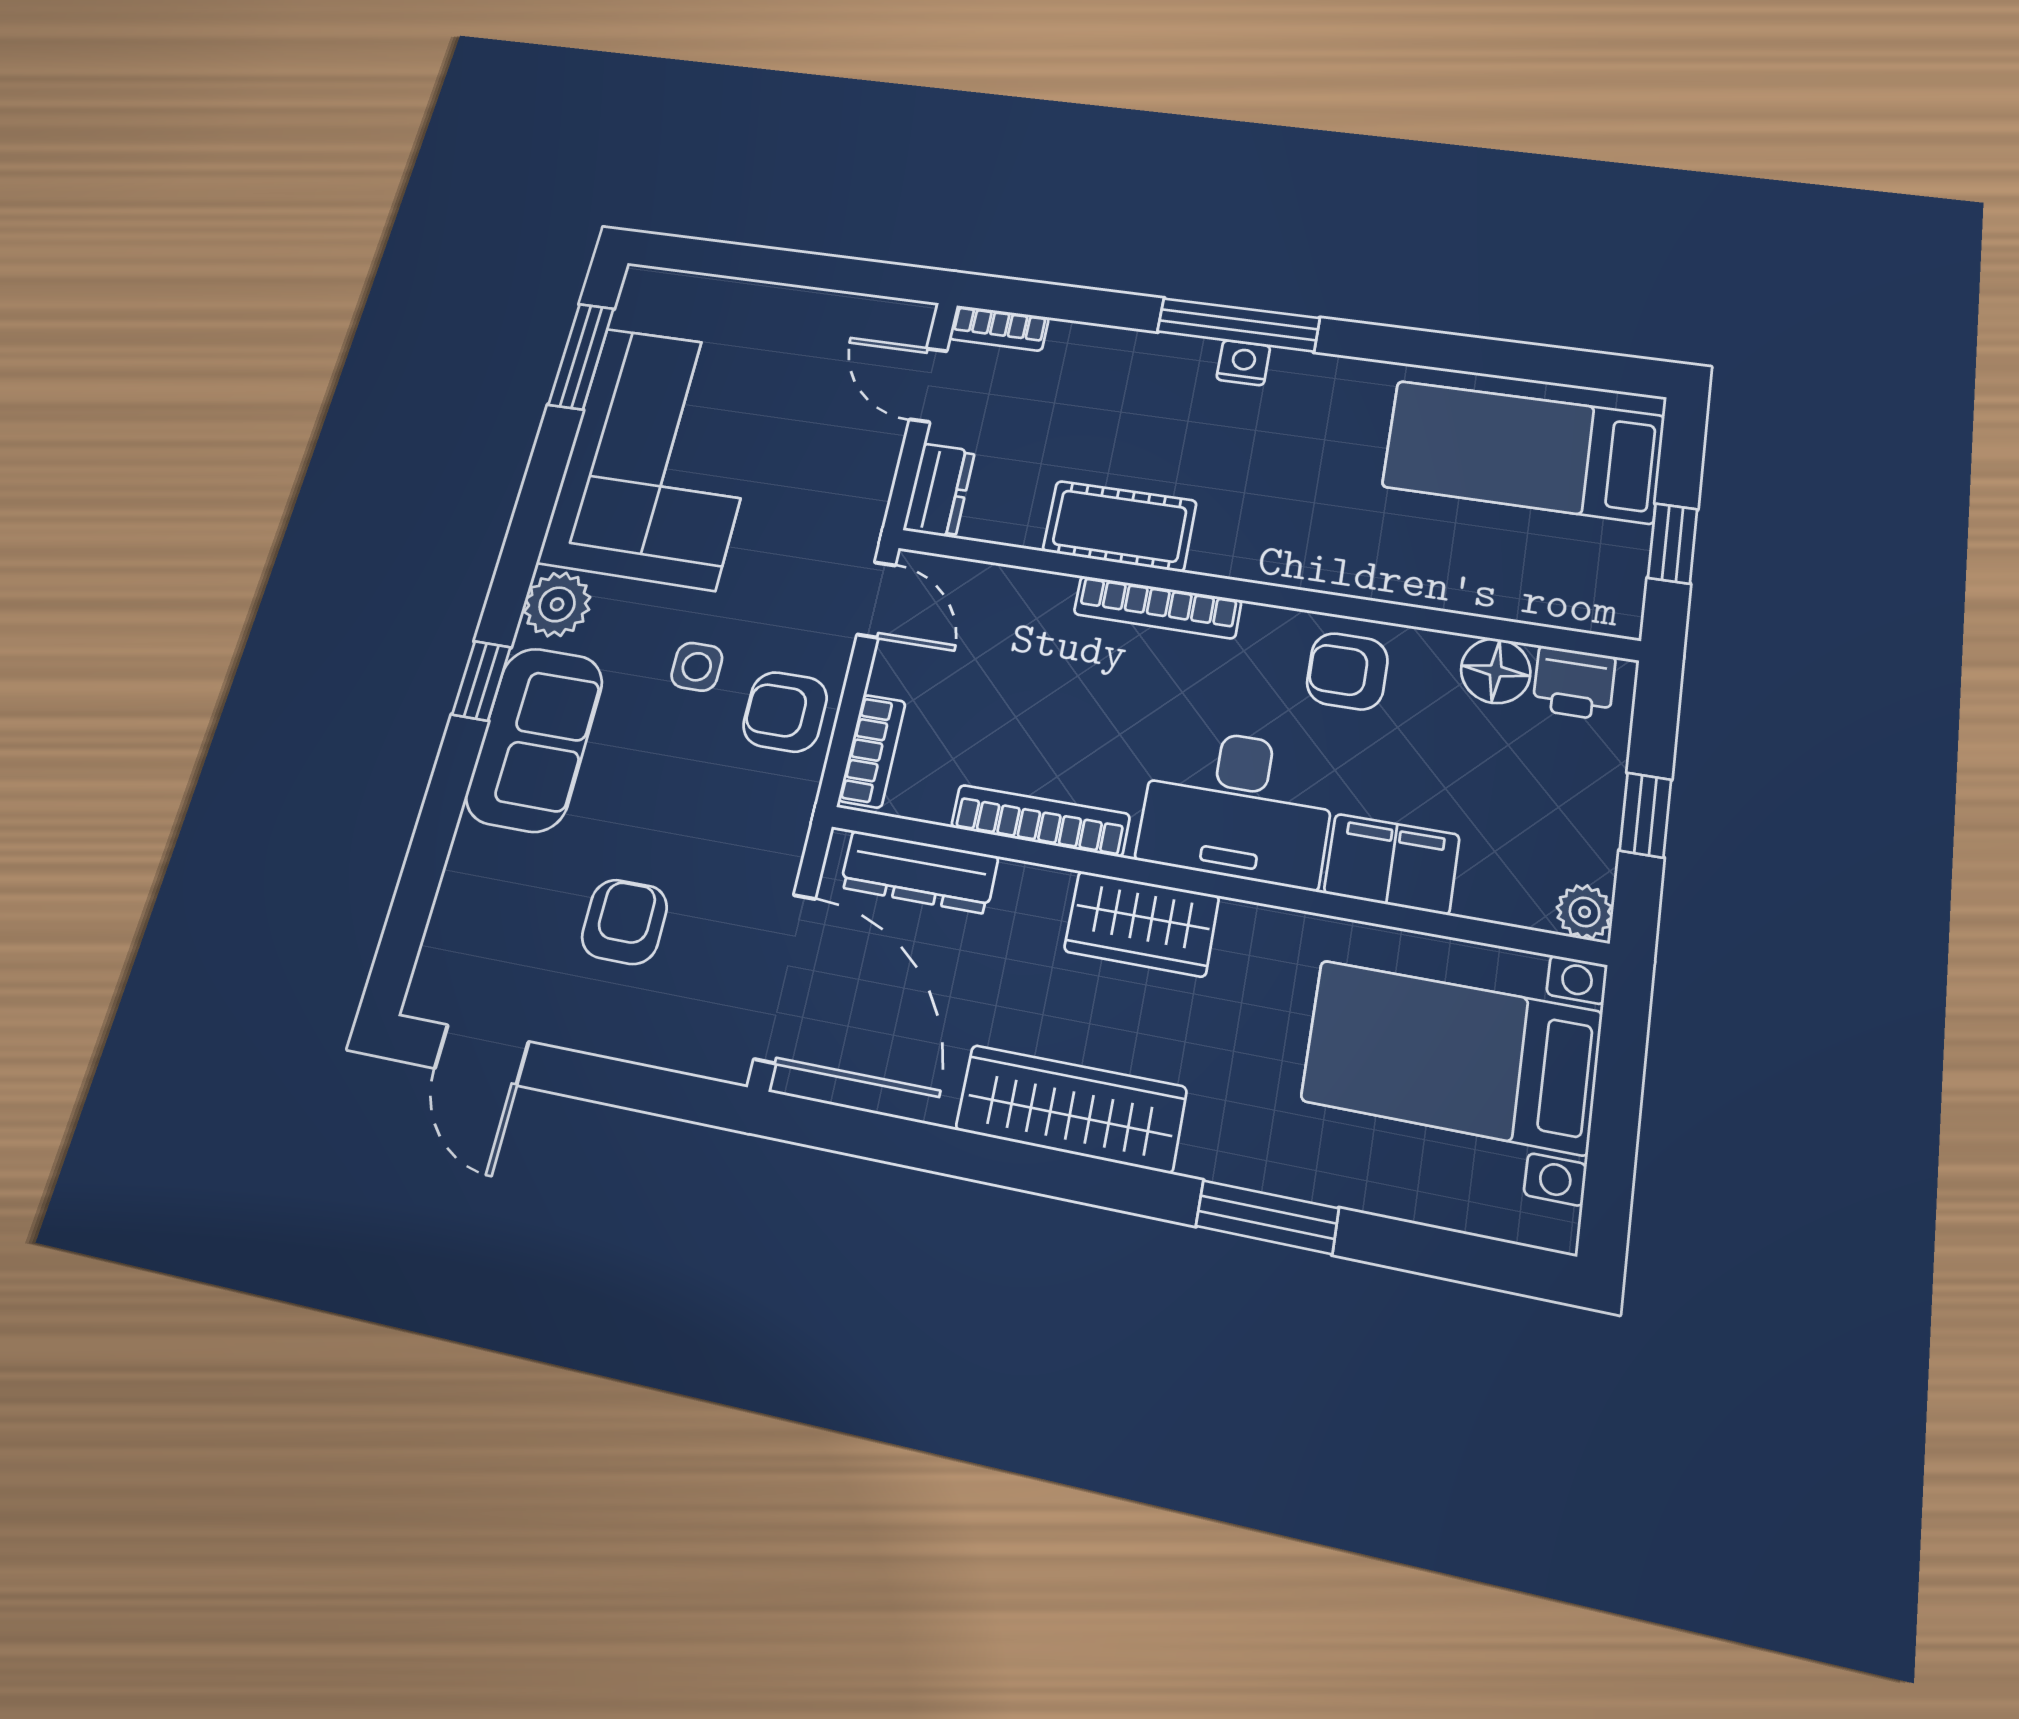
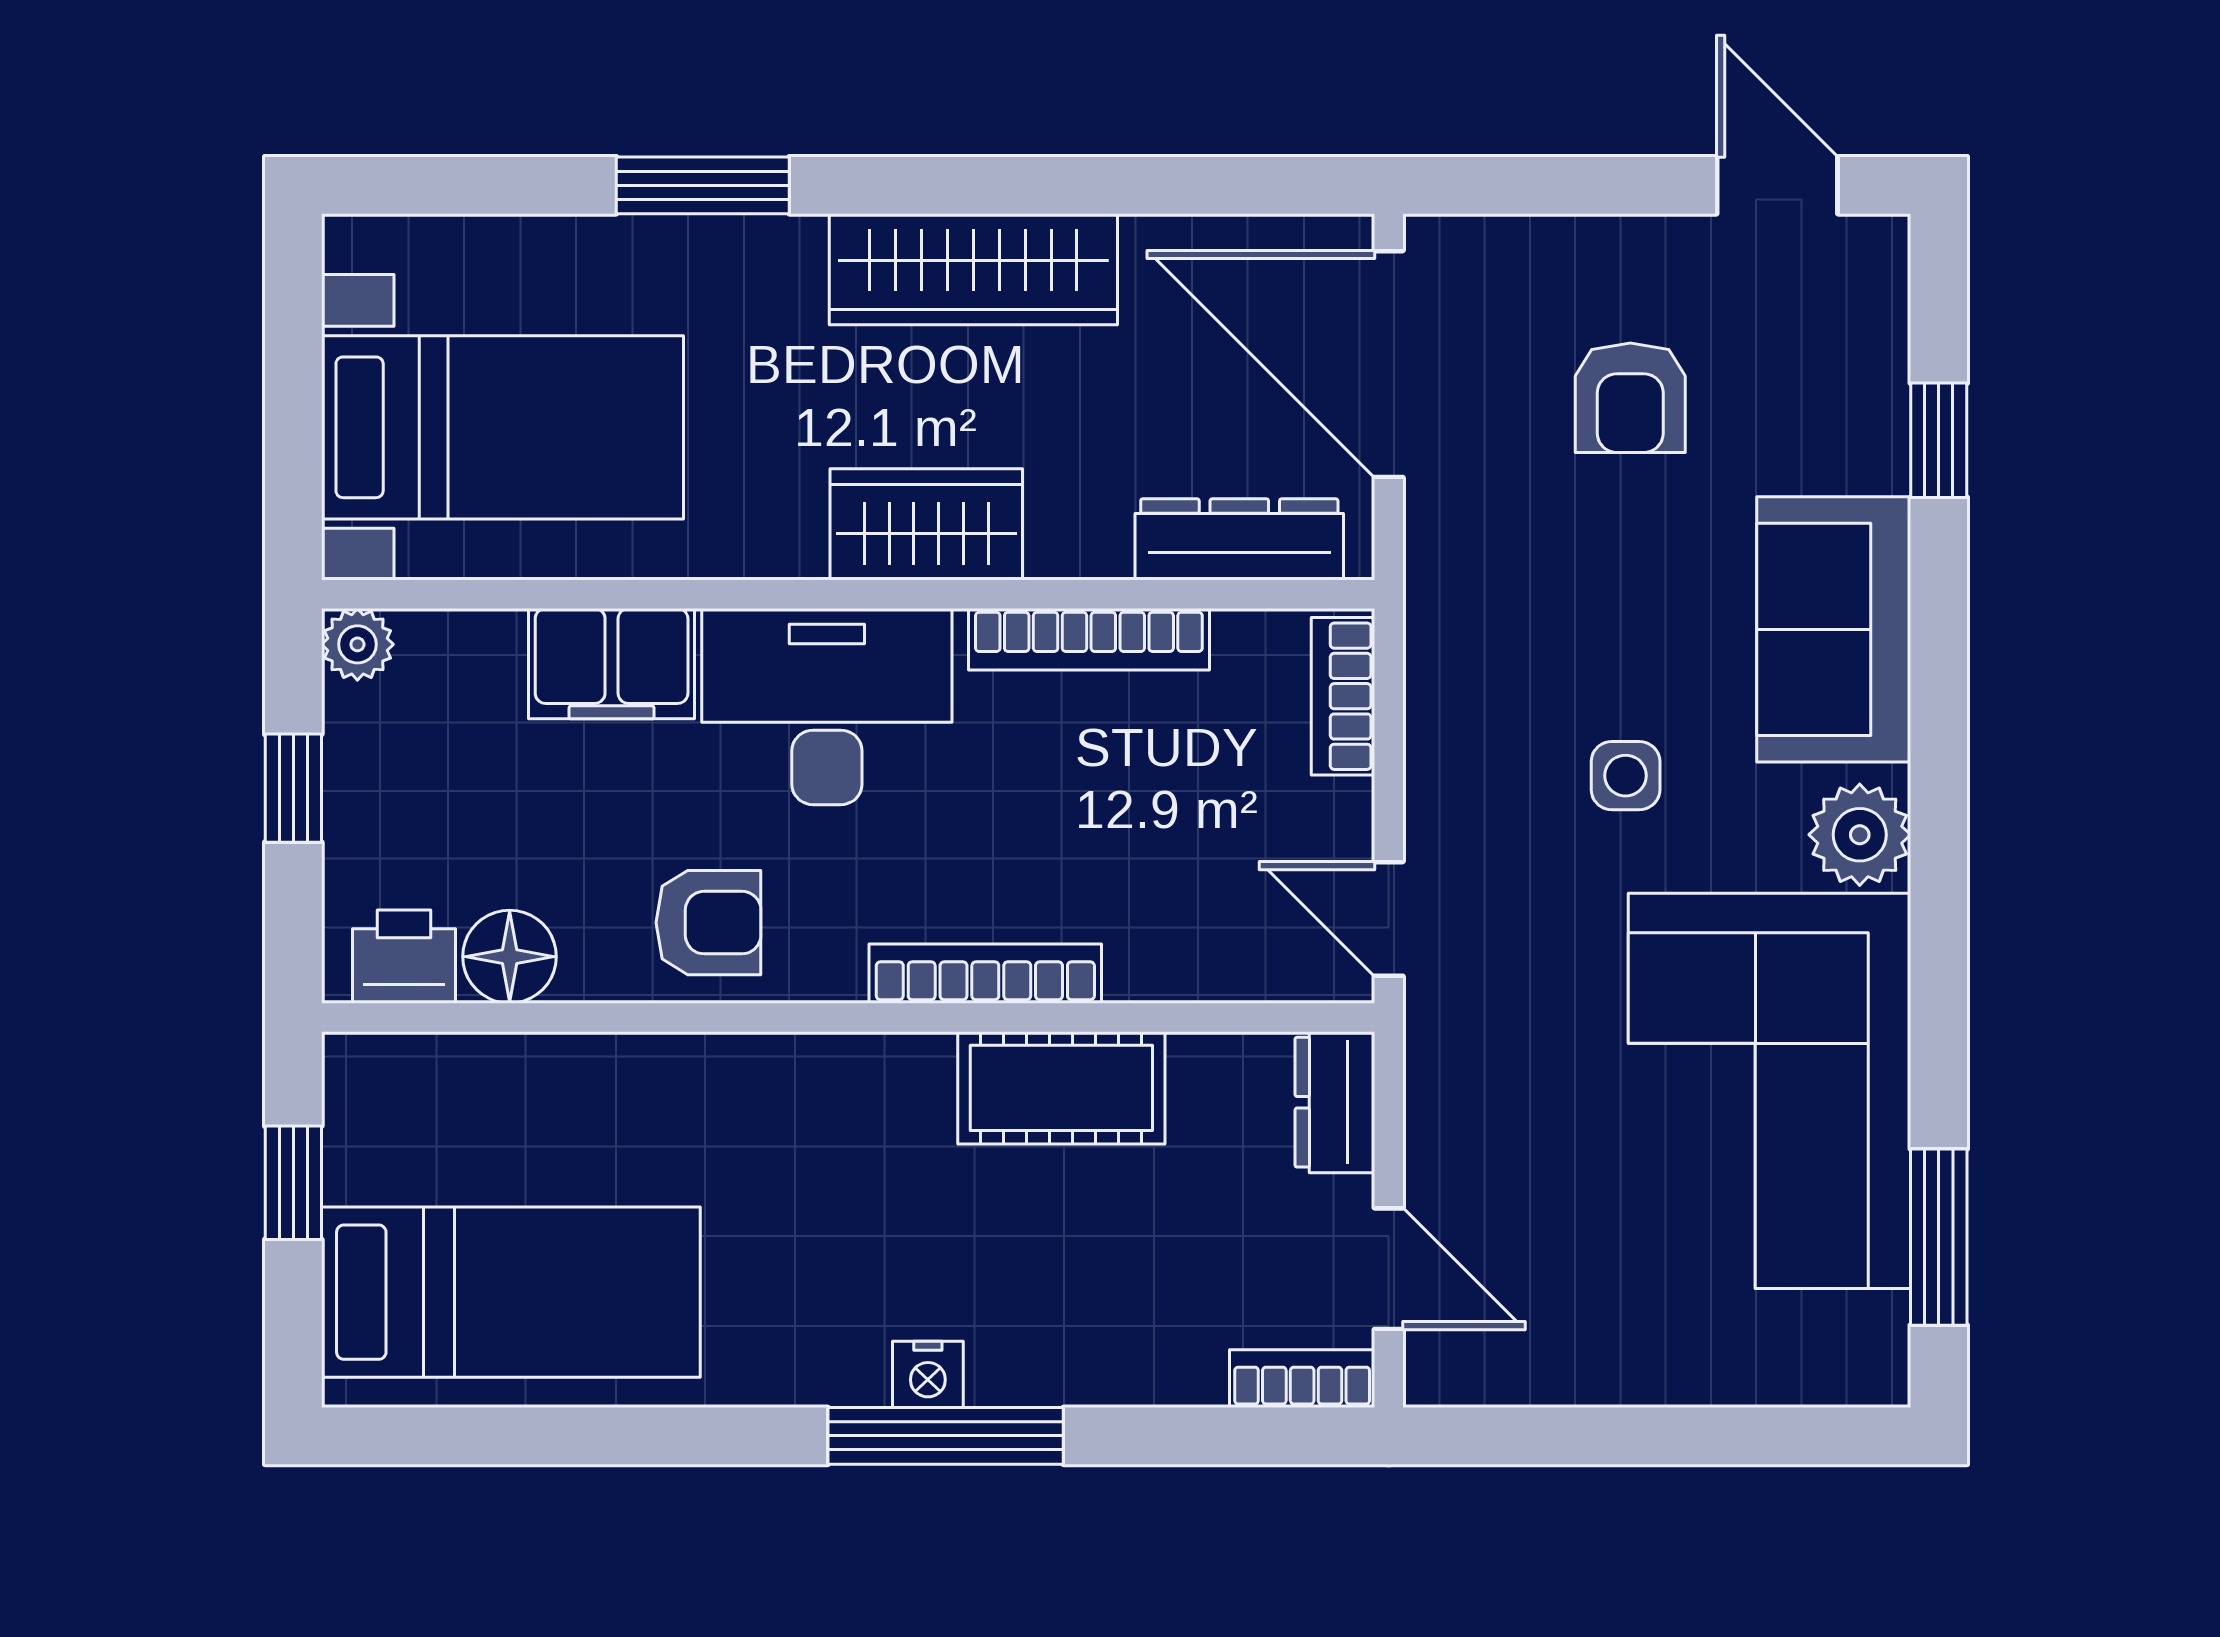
window: (481, 681) -> (1939, 440), moved
armchair: (785, 712) -> (1480, 731), removed

